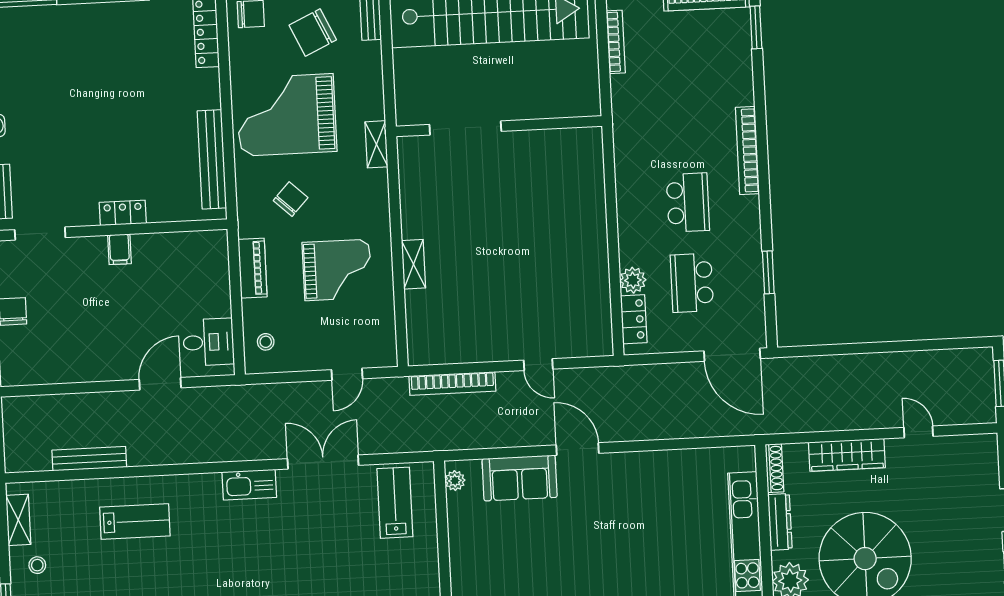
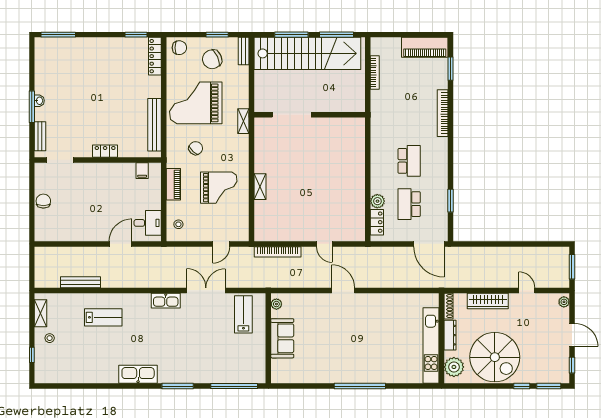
bookcase: (747, 151) -> (443, 113), moved
filing cabinet: (119, 249) -> (142, 171), moved
plant: (988, 450) -> (564, 302), added
sofa: (520, 478) -> (282, 338), moved, turned -90

